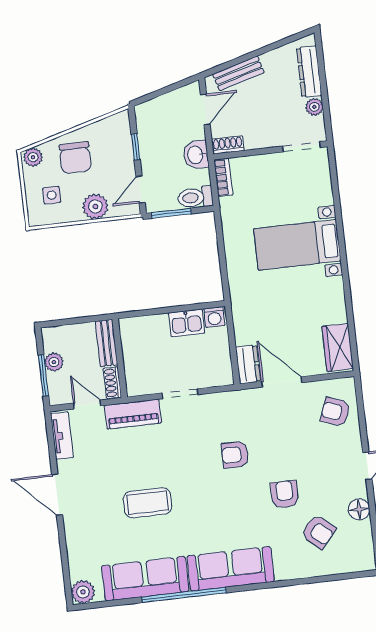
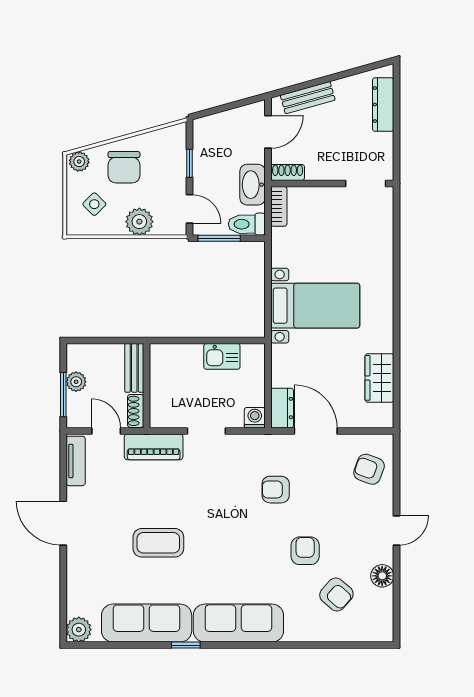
plant: (314, 107) -> (384, 143), removed
washbasin: (196, 155) -> (253, 185), width x1.38
door: (141, 189) -> (189, 209), swing flipped
side table: (52, 195) -> (94, 204), turned 45
bed with nightstands: (297, 245) -> (315, 306), moved, turned 180
washing machine: (214, 317) -> (255, 418), moved, turned 180
wardrobe: (338, 347) -> (379, 378), moved
armchair: (235, 455) -> (276, 490), moved
window: (184, 595) -> (186, 645), width x0.32

